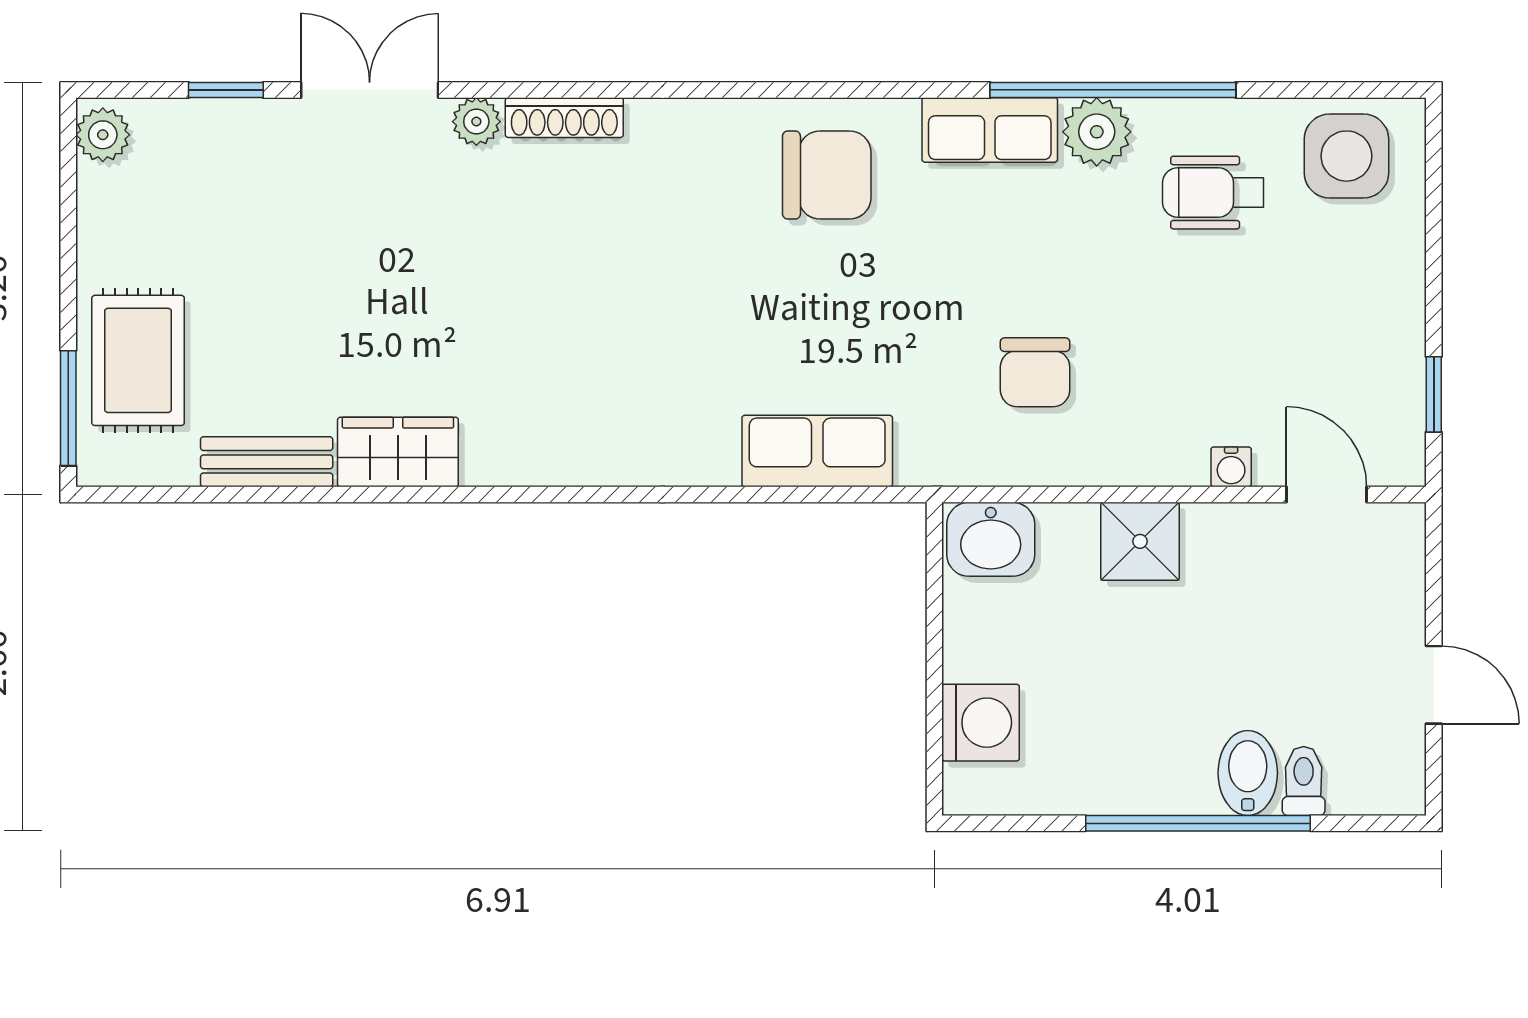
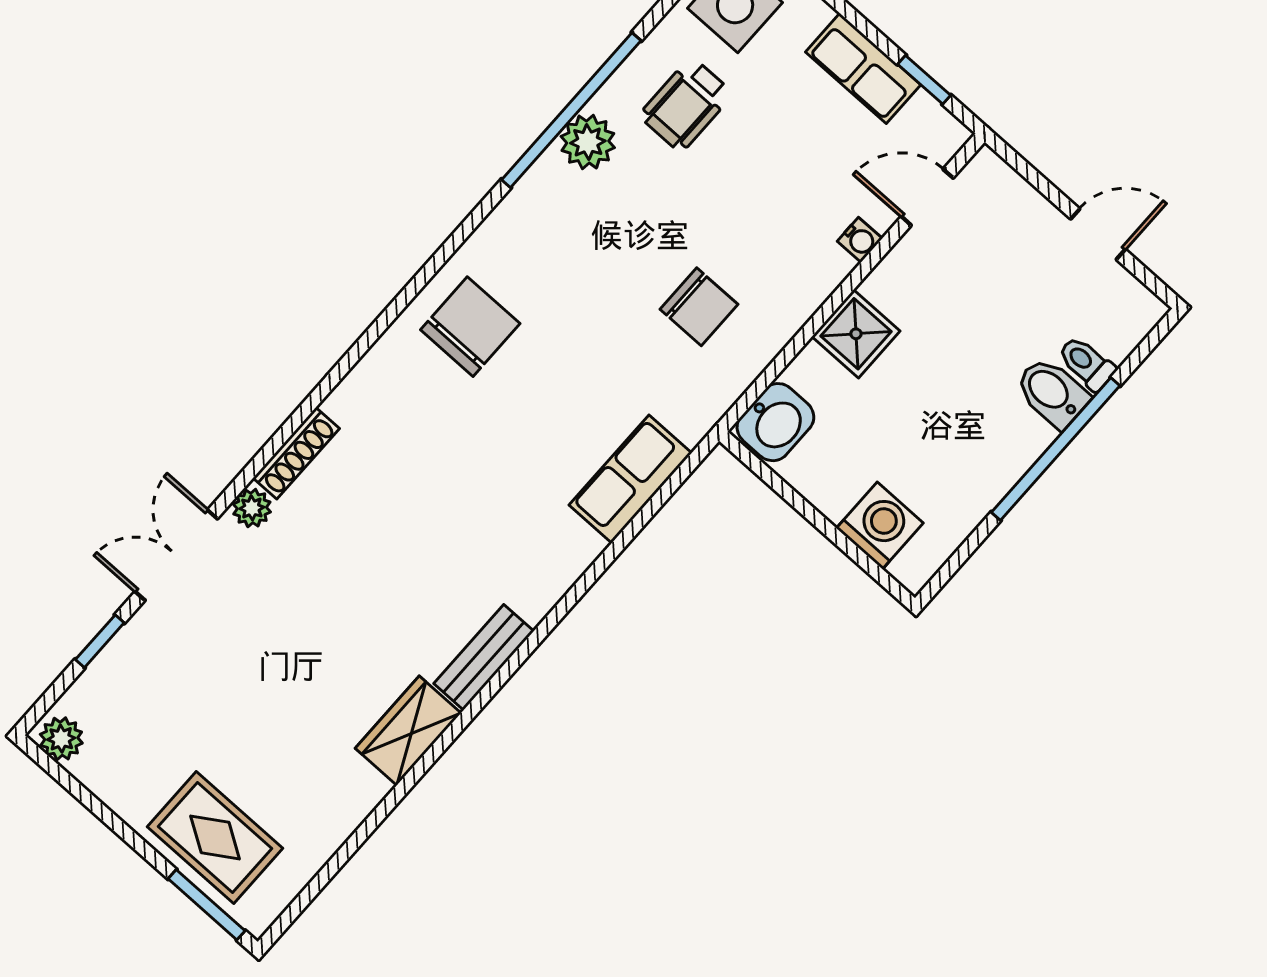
row of seats: (990, 130) -> (863, 68), moved, turned 90
bench: (267, 462) -> (484, 657), moved

